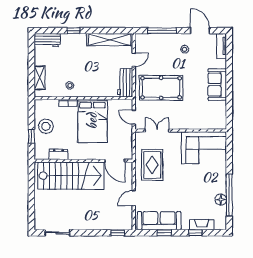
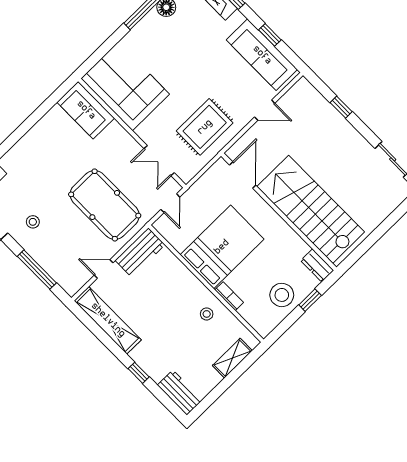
sofa: (217, 85) -> (86, 110), moved, turned 90
dresser: (58, 154) -> (317, 265), moved
window: (118, 233) -> (341, 107), moved

